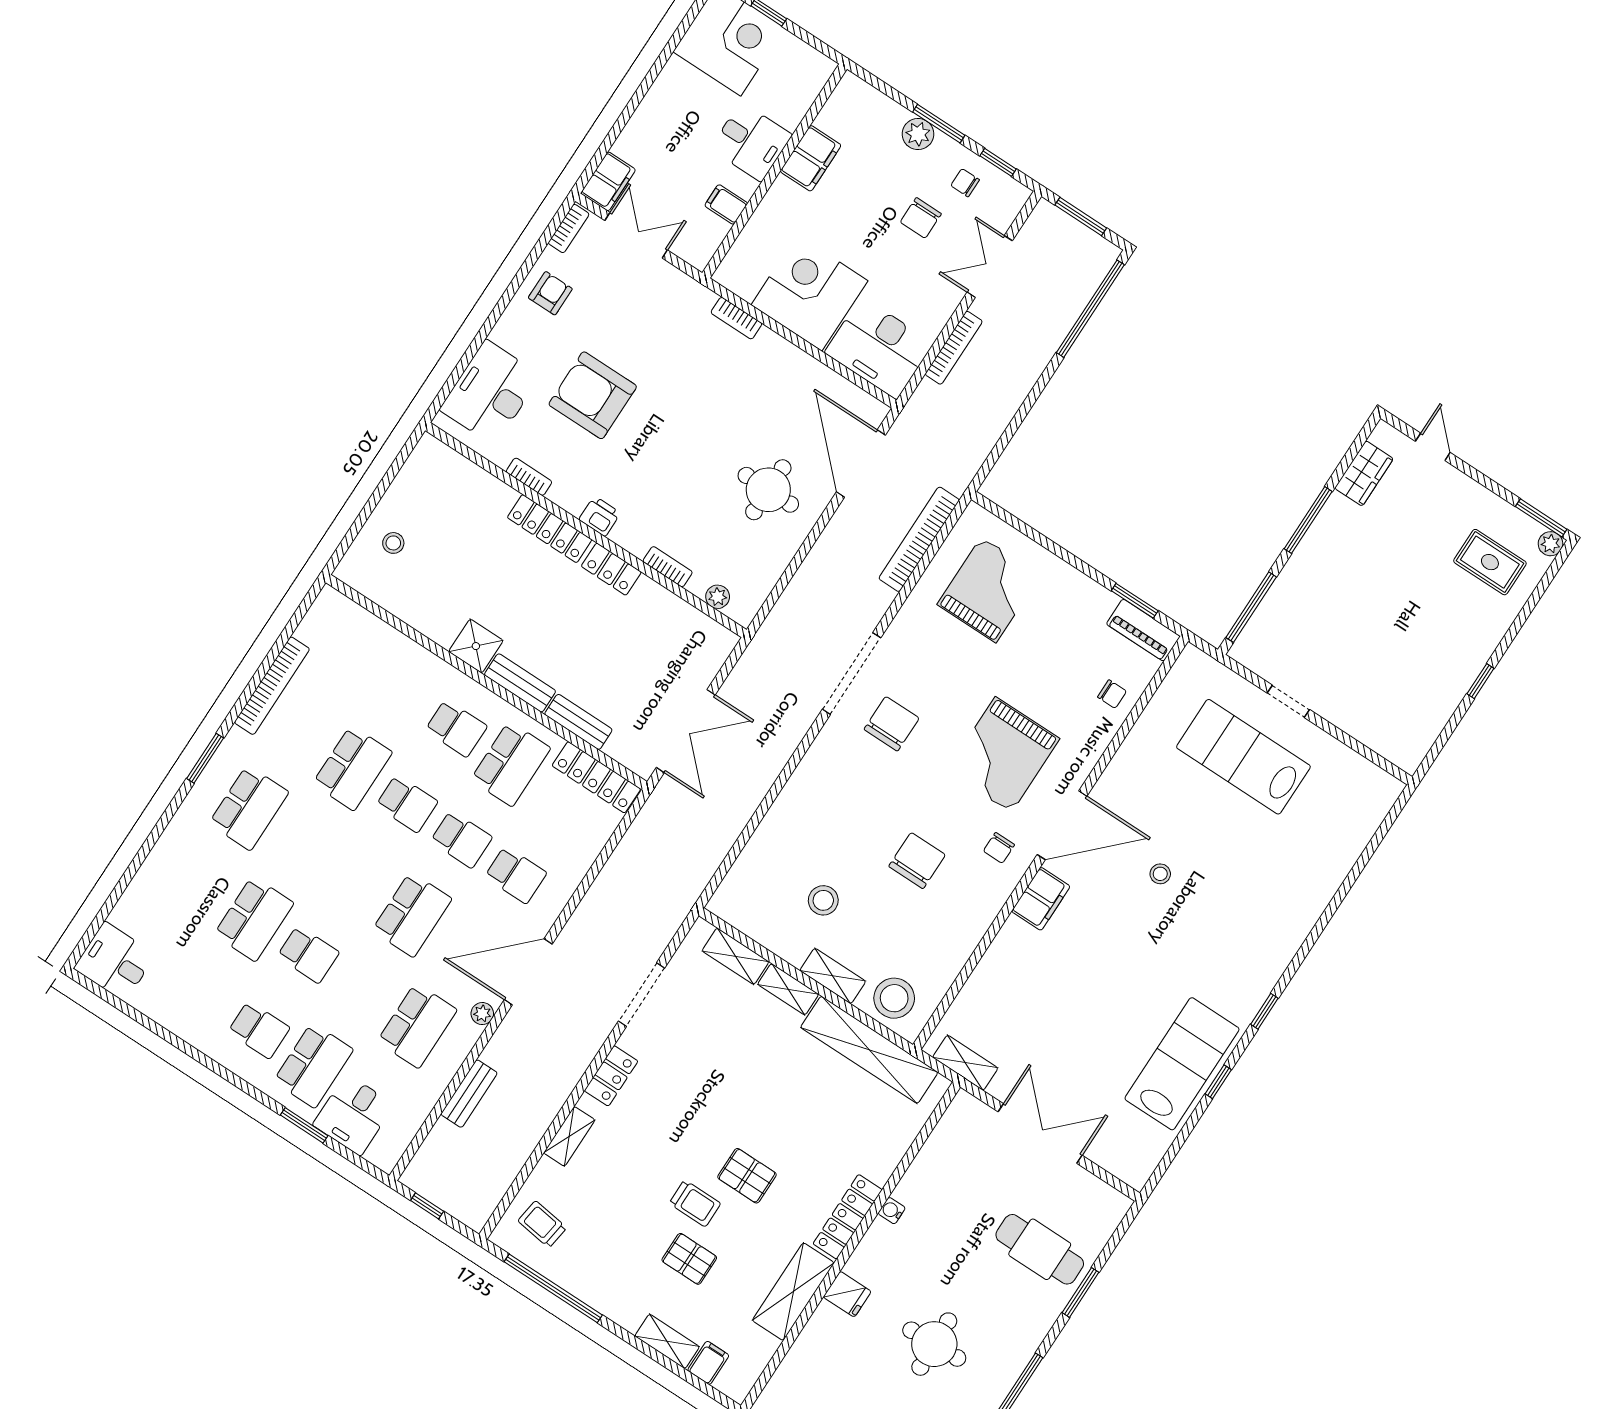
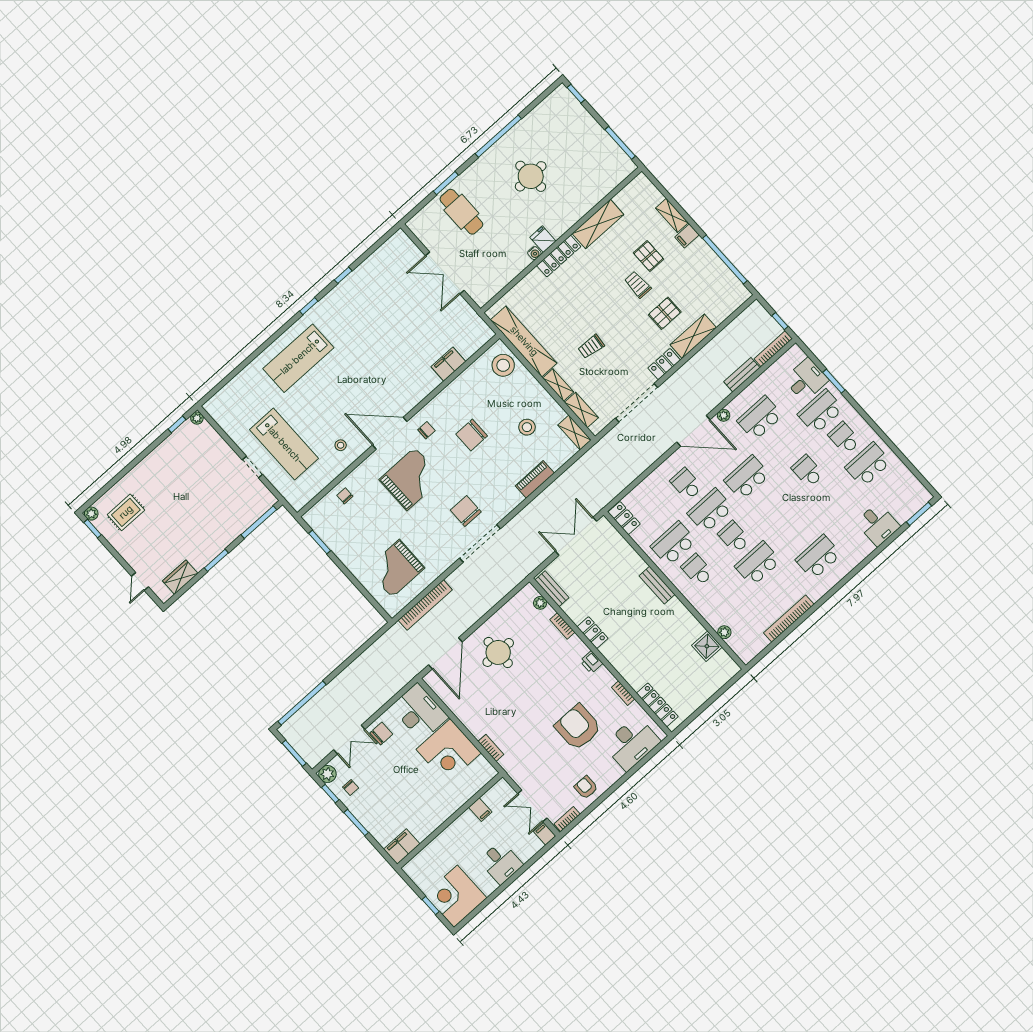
plant: (918, 134) -> (327, 774), moved
desk: (751, 142) -> (501, 863), moved, turned 180
filing cabinet: (811, 158) -> (402, 847), moved
filing cabinet: (608, 181) -> (545, 834), width x0.50
chair: (921, 218) -> (381, 733), moved
armchair: (550, 293) -> (586, 787), turned 90
bookcase: (954, 348) -> (773, 349), moved
armchair: (593, 395) -> (578, 727), turned 180
window: (1541, 518) -> (93, 529), width x0.67
window: (1308, 520) -> (216, 560), width x0.69
locker: (550, 529) -> (657, 705), moved
stool: (393, 543) -> (704, 677), removed
rug: (1490, 562) -> (126, 512), turned 90
piano: (1143, 630) -> (535, 479), moved, turned -90
plant: (379, 632) -> (724, 632), added
shower: (476, 646) -> (707, 646), moved
window: (1480, 681) -> (177, 424), moved
bench: (578, 722) -> (552, 589), moved
chair: (892, 724) -> (466, 511), turned 90
window: (205, 758) -> (919, 514), moved
plant: (1409, 762) -> (197, 418), added
locker: (596, 777) -> (624, 518), width x0.66
school desk: (461, 839) -> (710, 511), width x1.85
stool: (1160, 874) -> (341, 445), moved
filing cabinet: (1041, 899) -> (448, 364), moved
school desk: (254, 919) -> (868, 465), moved
desk: (115, 962) -> (878, 524), moved
shelving: (833, 976) -> (575, 433), moved
doorway: (642, 995) -> (637, 403), width x1.36
shelving: (965, 1063) -> (475, 321), removed
lab bench: (1182, 1064) -> (298, 358), moved
shelving: (569, 1136) -> (693, 336), width x1.50, depth x1.33
pallet: (747, 1176) -> (665, 313), moved, turned 90
trolley: (542, 1224) -> (591, 347), moved, turned 88
fridge: (847, 1294) -> (543, 239), moved
filing cabinet: (708, 1363) -> (687, 236), moved

